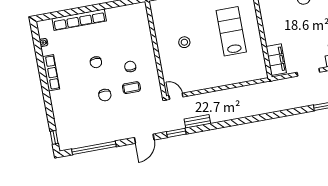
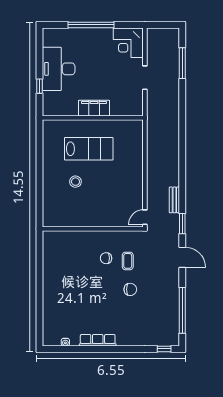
row of seats: (79, 20) -> (49, 302), removed
lab bench: (231, 31) -> (89, 149), turned 180
stool: (184, 42) -> (75, 182), moved
filing cabinet: (276, 60) -> (94, 108), moved
chair: (96, 62) -> (95, 292), removed

